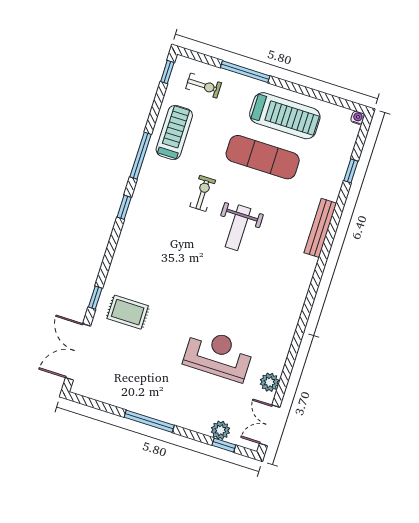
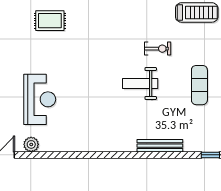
exercise mat: (263, 157) -> (199, 85), width x0.73, depth x0.69
rug: (128, 312) -> (50, 21), turned 90

